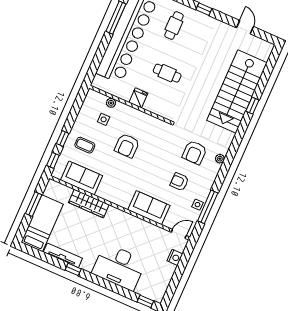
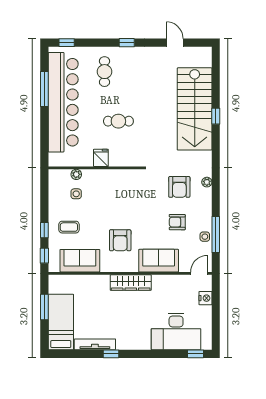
armchair: (127, 146) -> (120, 240), moved
wardrobe: (89, 204) -> (131, 283), moved
desk: (119, 267) -> (176, 331), moved

